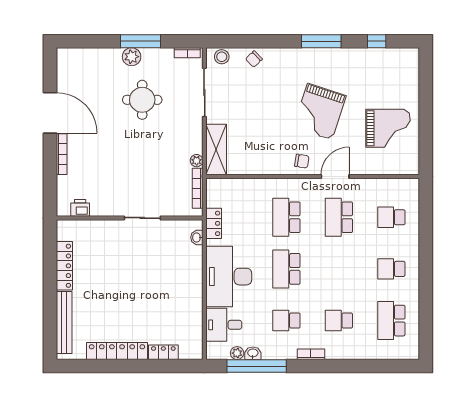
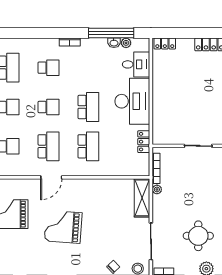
grand piano: (320, 112) -> (63, 227), turned -104
chair: (302, 161) -> (77, 189), removed
washbasin: (197, 237) -> (157, 131), removed
school desk: (286, 321) -> (48, 107), moved
locker: (163, 352) -> (165, 44), moved

